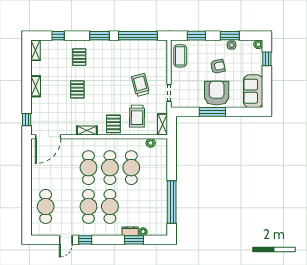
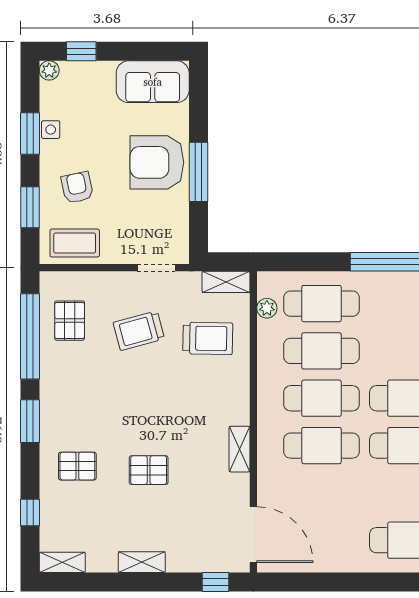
armchair: (218, 66) -> (77, 188), moved
pallet: (113, 124) -> (70, 321), moved, turned 90
cafe table: (153, 168) -> (321, 304), added

